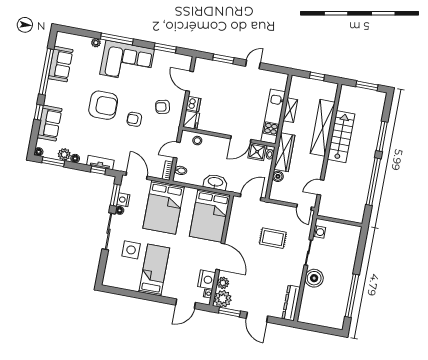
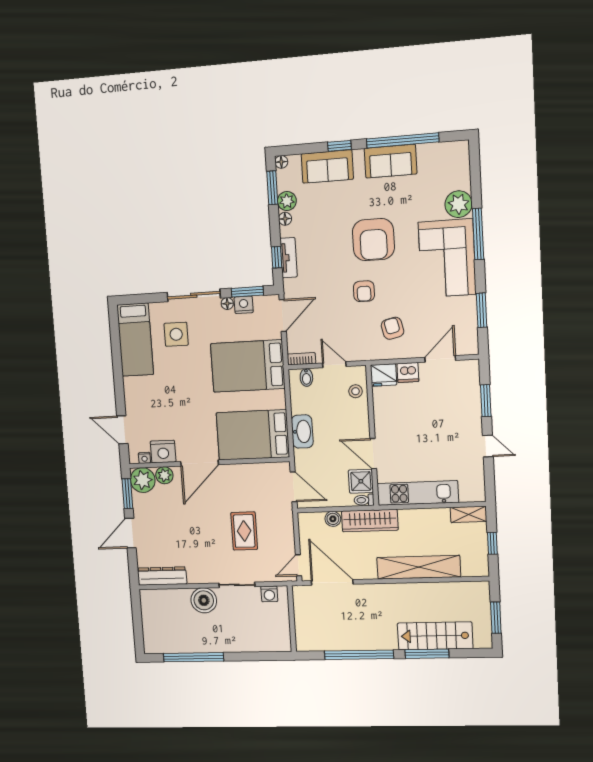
plant: (96, 43) -> (459, 204), width x1.88, depth x1.88
sofa: (61, 64) -> (391, 161), moved
shelving: (290, 110) -> (469, 514), moved
armchair: (134, 119) -> (364, 291), turned 180
stairs: (341, 137) -> (435, 636), moved, turned 180
door: (320, 187) -> (332, 582), width x1.87
bed: (154, 270) -> (135, 340), moved, turned 90

